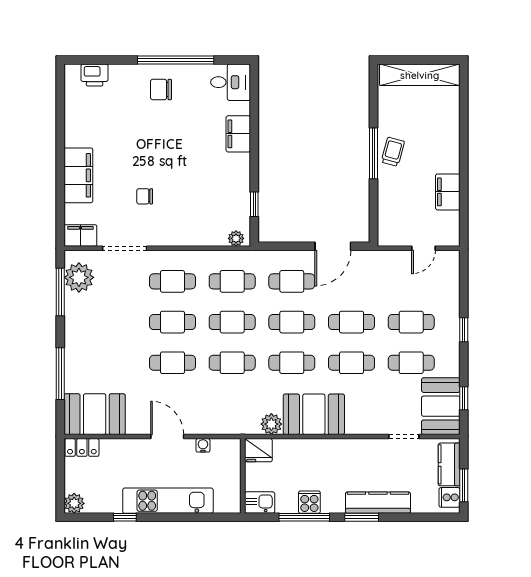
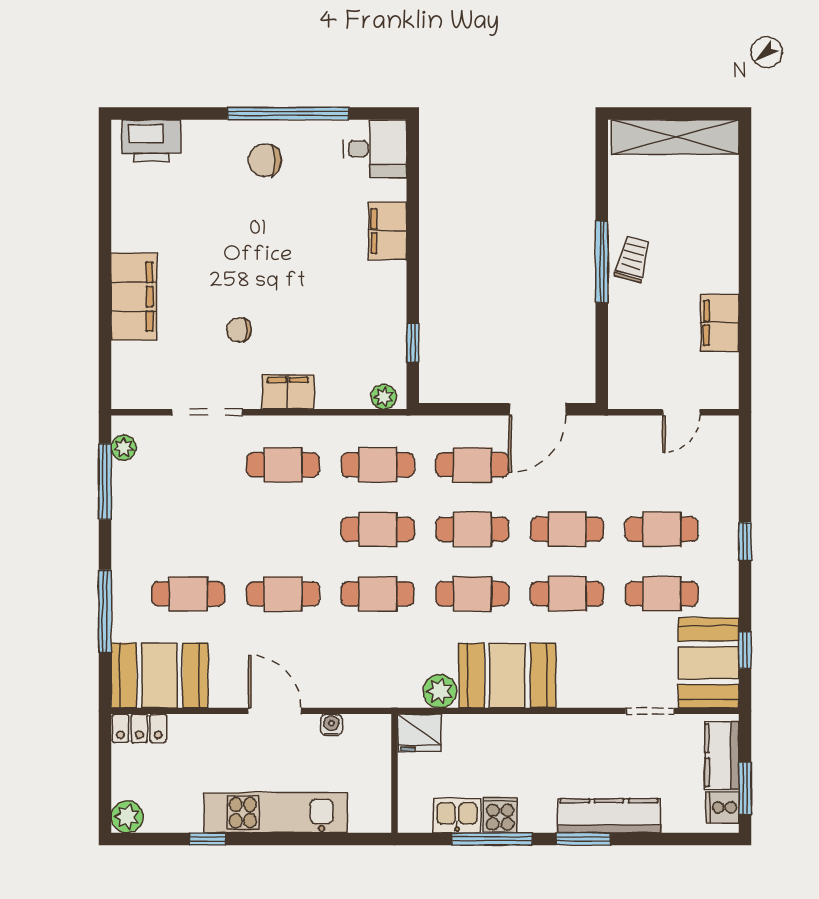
printer: (95, 75) -> (151, 141), width x1.37, depth x1.19
filing cabinet: (80, 235) -> (288, 392), moved
plant: (79, 277) -> (124, 448), width x0.53, depth x0.53
cafe table: (172, 322) -> (188, 594), moved
kitchen sink: (260, 503) -> (457, 816), moved

